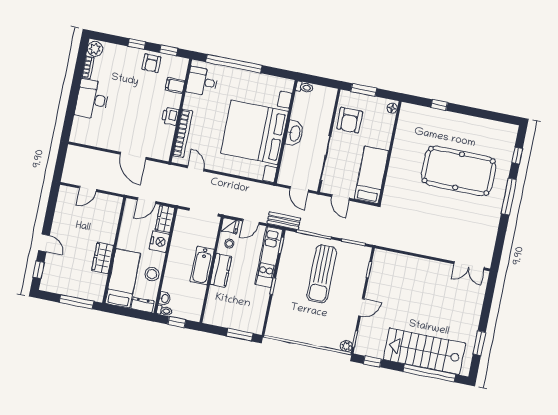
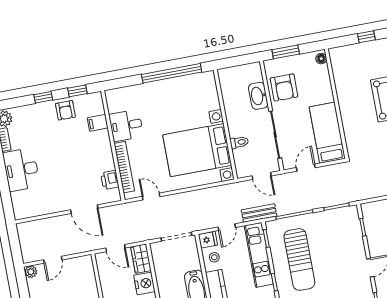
window: (234, 64) -> (172, 73), moved
desk: (202, 82) -> (126, 125), moved
toilet: (305, 87) -> (239, 142), moved
printer: (170, 116) -> (110, 180), moved
bed with nightstands: (254, 132) -> (197, 150), width x0.73
washbasin: (295, 133) -> (258, 96), moved, turned 180
plant: (65, 191) -> (31, 272), added
door: (340, 198) -> (306, 168), swing flipped
door: (147, 201) -> (116, 248), hinge flipped
sun lounger: (322, 274) -> (299, 259), moved

